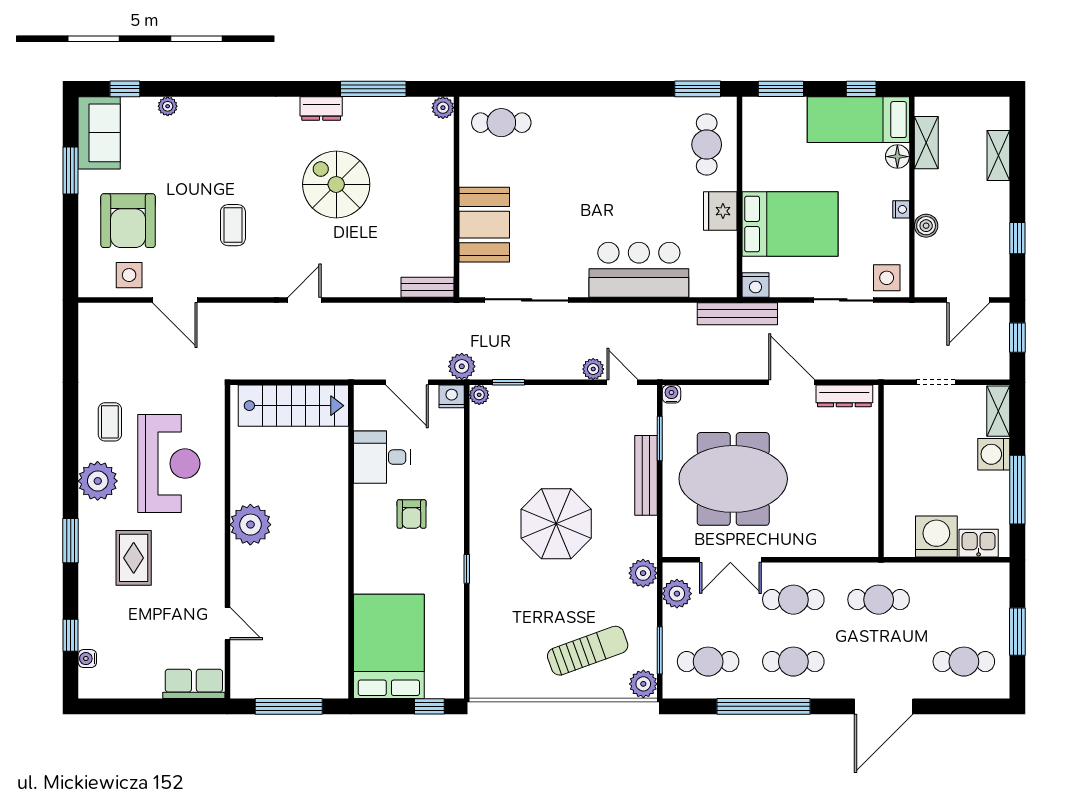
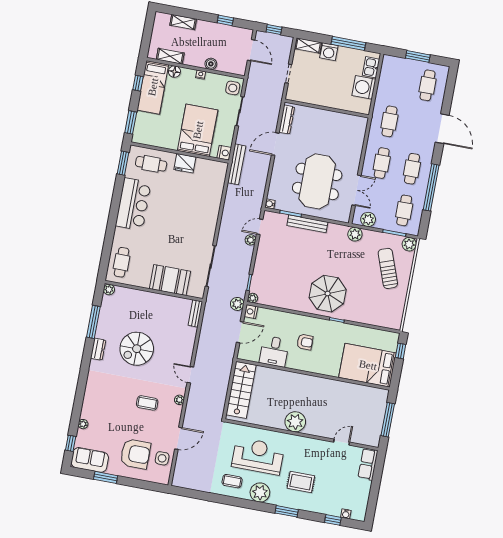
bar counter: (639, 270) -> (133, 204), moved, turned 180
plant: (251, 288) -> (179, 400), added
parasol: (556, 524) -> (328, 294), moved

